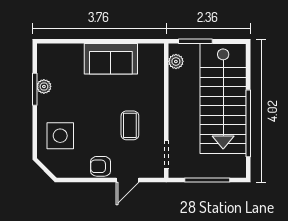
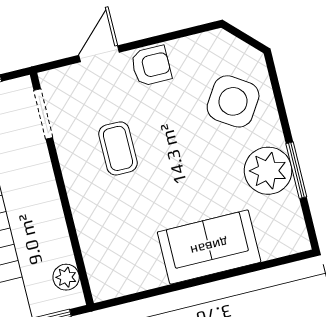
sofa: (111, 59) -> (209, 247), moved
plant: (44, 86) -> (268, 171), width x1.88, depth x1.88
side table: (60, 136) -> (233, 101), turned 33

